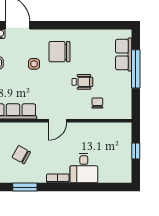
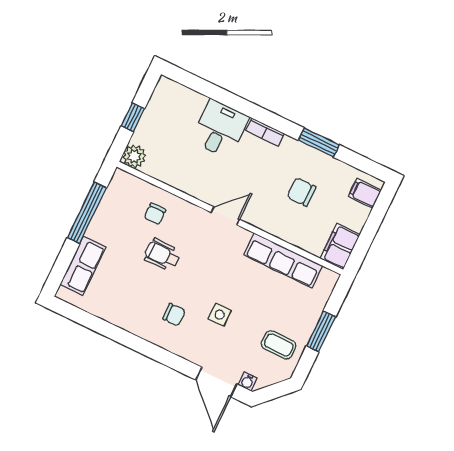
chair: (60, 52) -> (174, 315), width x0.54, depth x0.54
window: (136, 69) -> (87, 213), moved
plant: (124, 130) -> (134, 156), added
chair: (21, 155) -> (301, 192), turned 151

